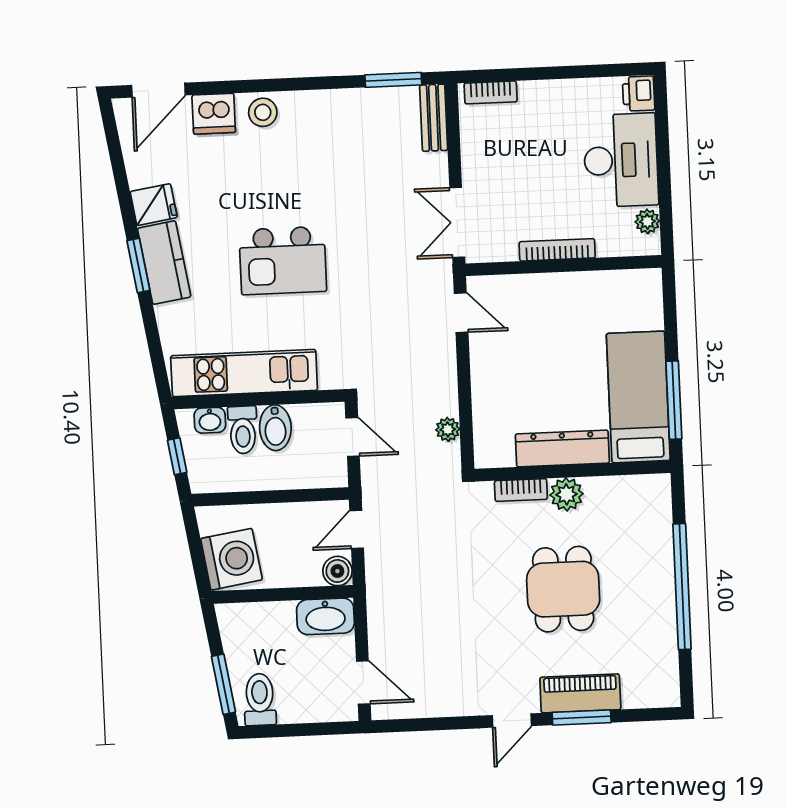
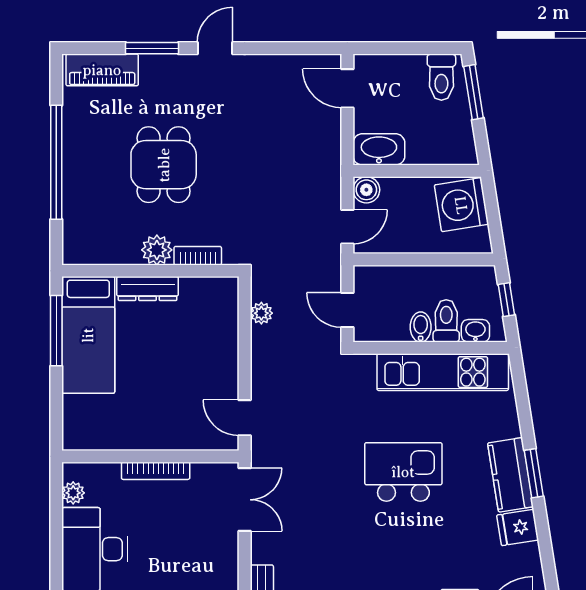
bidet: (275, 428) -> (421, 327), width x0.72, depth x0.74
dresser: (562, 449) -> (148, 289), width x0.73, depth x0.80
piano: (580, 693) -> (102, 70), moved

